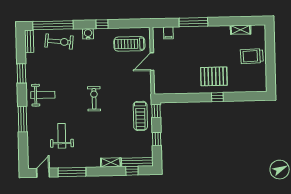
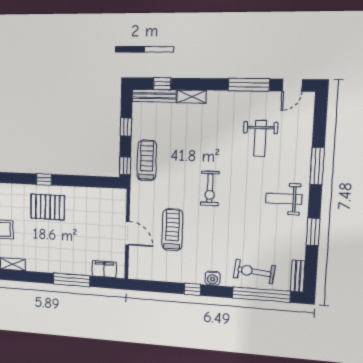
filing cabinet: (168, 33) -> (104, 269), width x2.00
treadmill: (129, 44) -> (172, 230), moved, turned -90
door: (152, 62) -> (127, 233), hinge flipped

